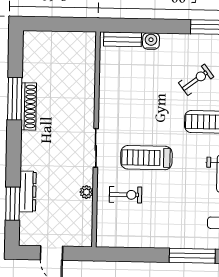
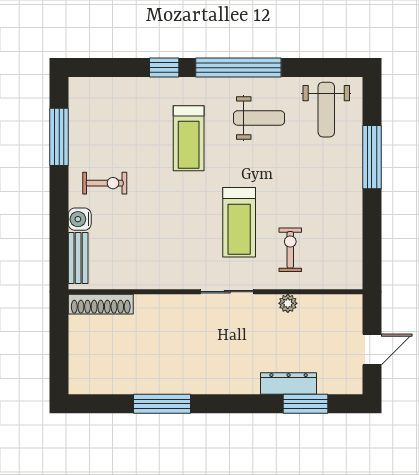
exercise bike: (196, 80) -> (105, 183), moved, turned 127
shoe rack: (29, 106) -> (101, 304), moved, turned 180

